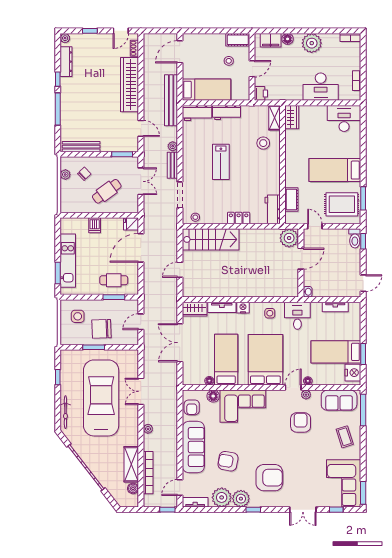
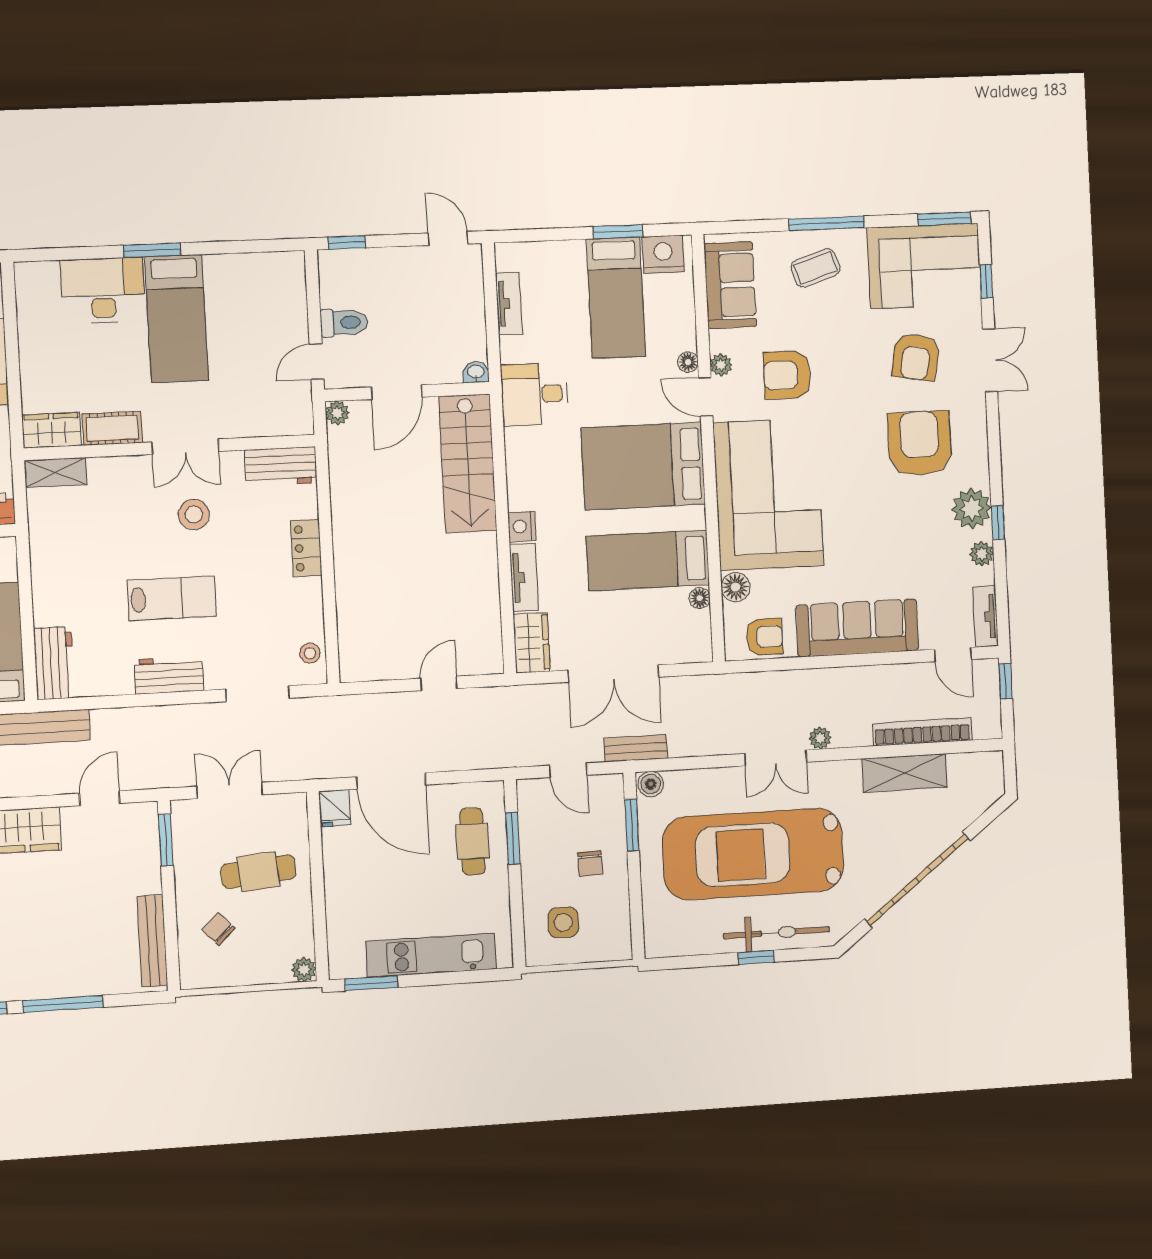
workbench: (227, 113) -> (169, 675), moved, turned -90
desk: (344, 118) -> (103, 290), moved, turned 90
stool: (263, 143) -> (194, 514), moved
plant: (173, 146) -> (140, 718), removed
bench: (172, 165) -> (636, 748), moved
double door: (283, 171) -> (185, 447), added
plant: (65, 175) -> (304, 970), moved
cafe table: (107, 191) -> (258, 872), turned -59
window: (363, 198) -> (152, 250), moved
cot: (291, 200) -> (112, 428), moved
rug: (342, 204) -> (260, 298), removed
dishwasher: (95, 225) -> (342, 896), removed
plant: (289, 238) -> (337, 413), width x0.53, depth x0.53
toilet: (355, 238) -> (344, 323), moved
stairs: (211, 239) -> (468, 463), moved, turned 180
door: (301, 259) -> (397, 392), swing flipped
door: (180, 270) -> (439, 683), swing flipped
window: (58, 273) -> (371, 983), moved
side table: (270, 313) -> (532, 461), removed
chair: (101, 329) -> (590, 864), width x0.54, depth x0.54
window: (94, 347) -> (632, 825), moved
window: (58, 377) -> (756, 957), moved
double door: (141, 391) -> (775, 758), moved
corner sofa: (243, 406) -> (768, 494), width x1.36, depth x1.36
window: (363, 410) -> (827, 223), moved
bicycle: (65, 412) -> (776, 933), width x1.37, depth x1.40
armchair: (228, 461) -> (916, 357), moved
boiler: (133, 488) -> (651, 784), moved
plant: (222, 497) -> (982, 554), width x0.53, depth x0.53
window: (253, 510) -> (998, 523), moved

